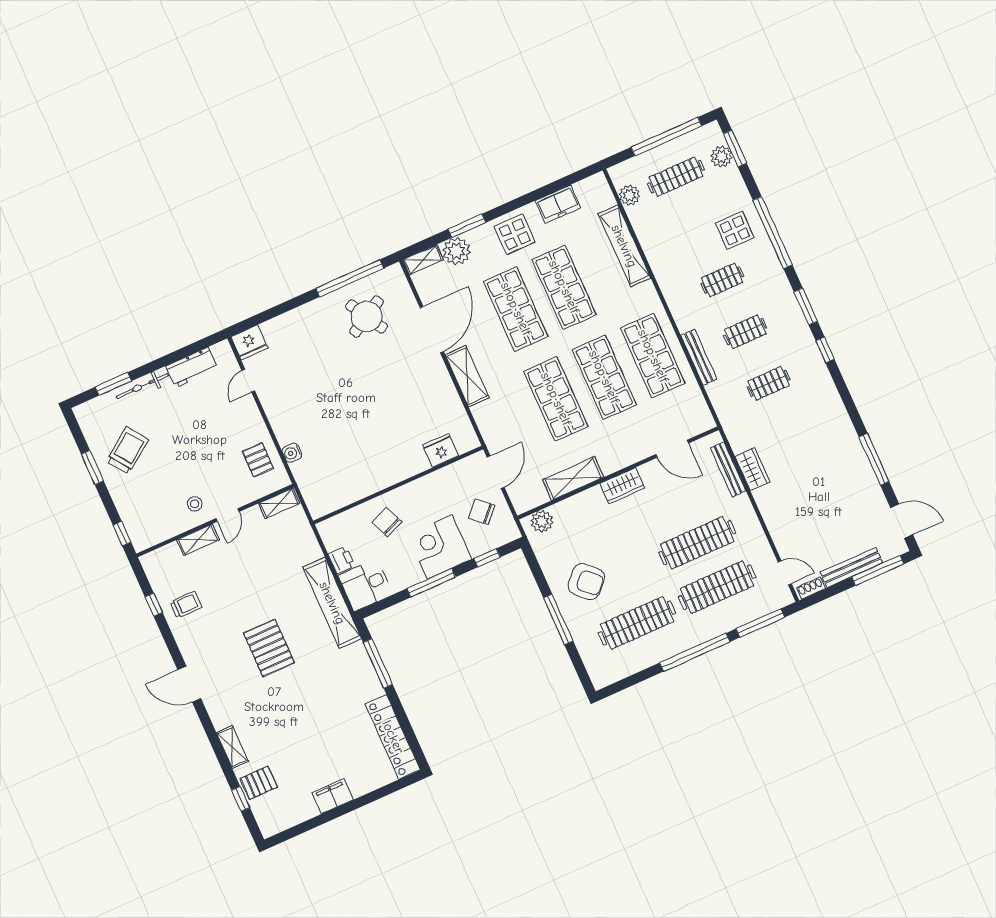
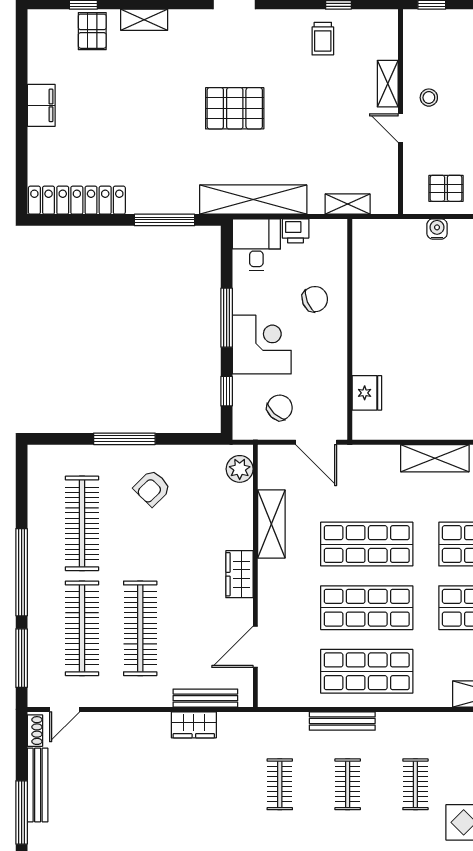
shelving: (279, 503) -> (348, 204), moved, turned 90
armchair: (586, 582) -> (152, 488), width x0.72, depth x0.72

